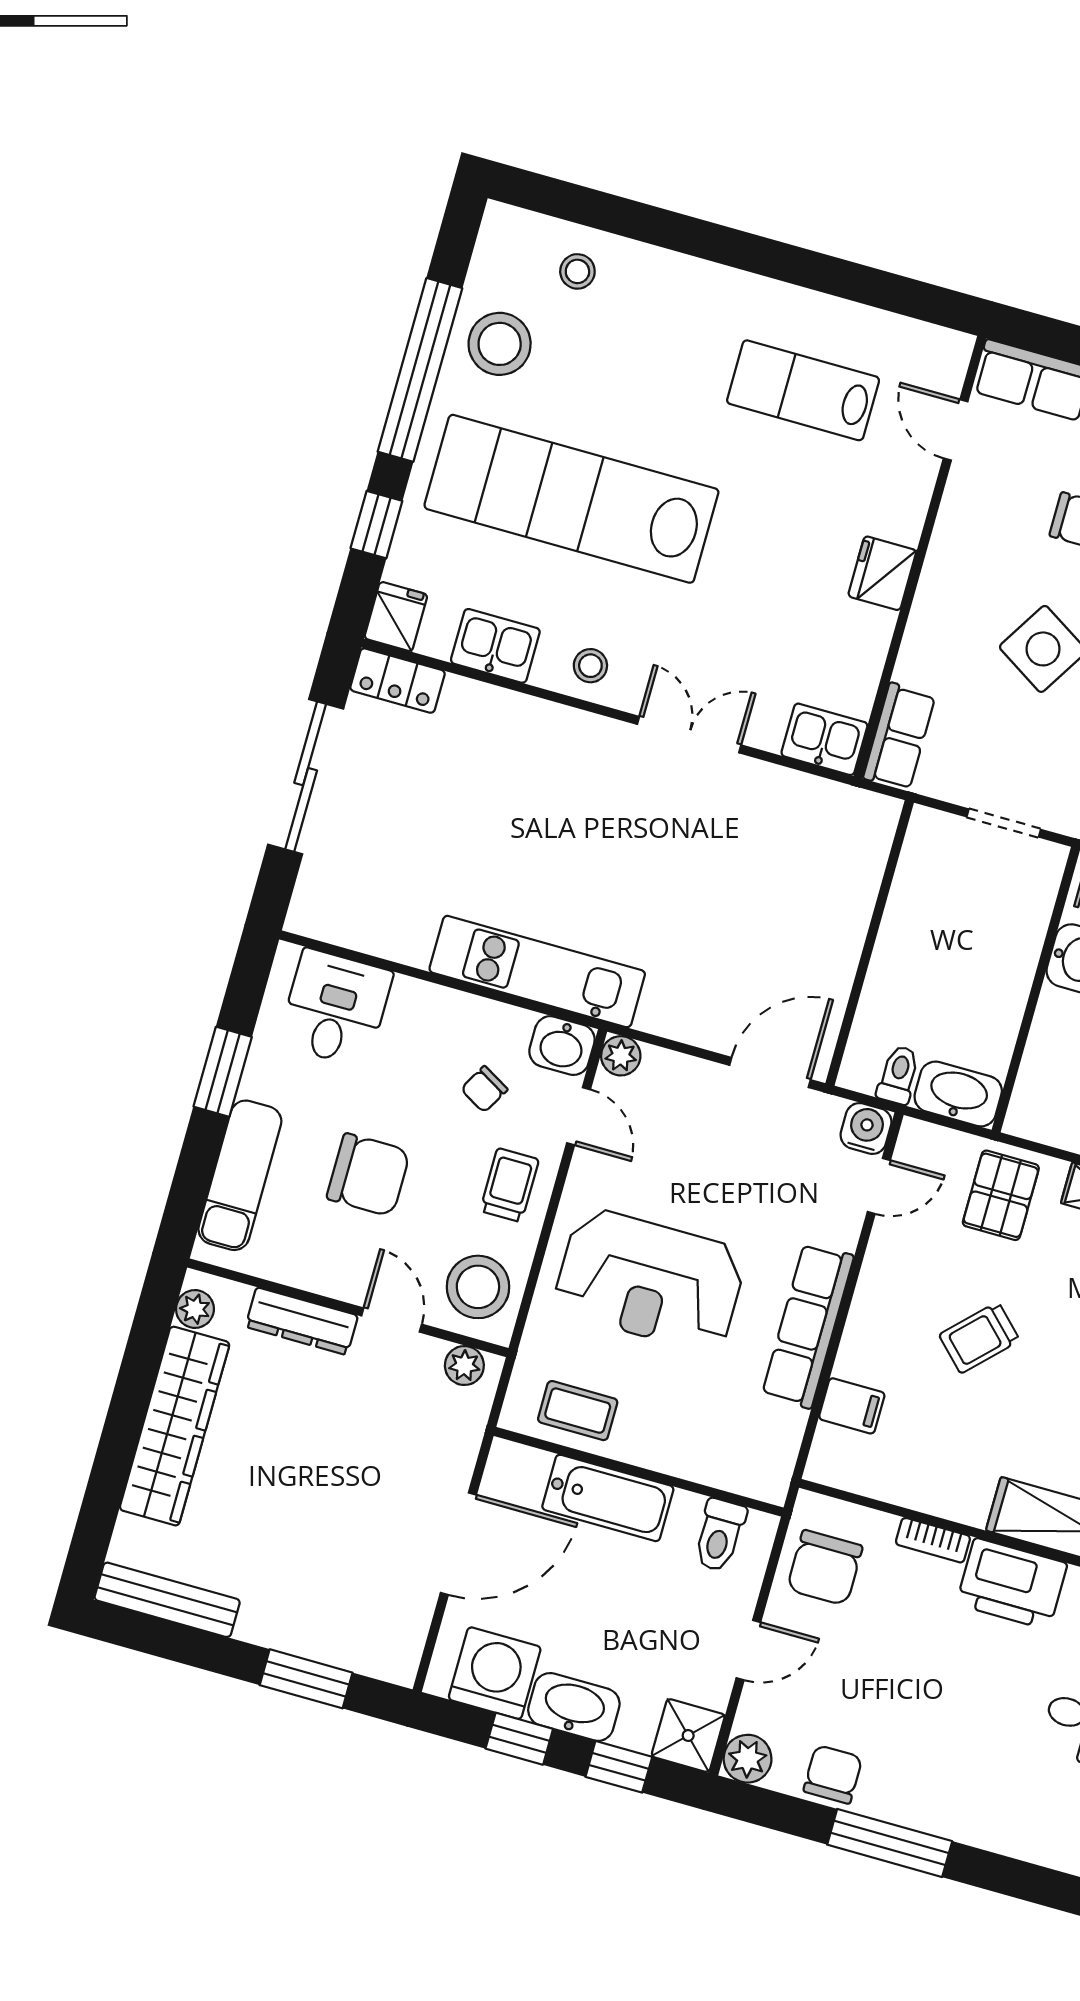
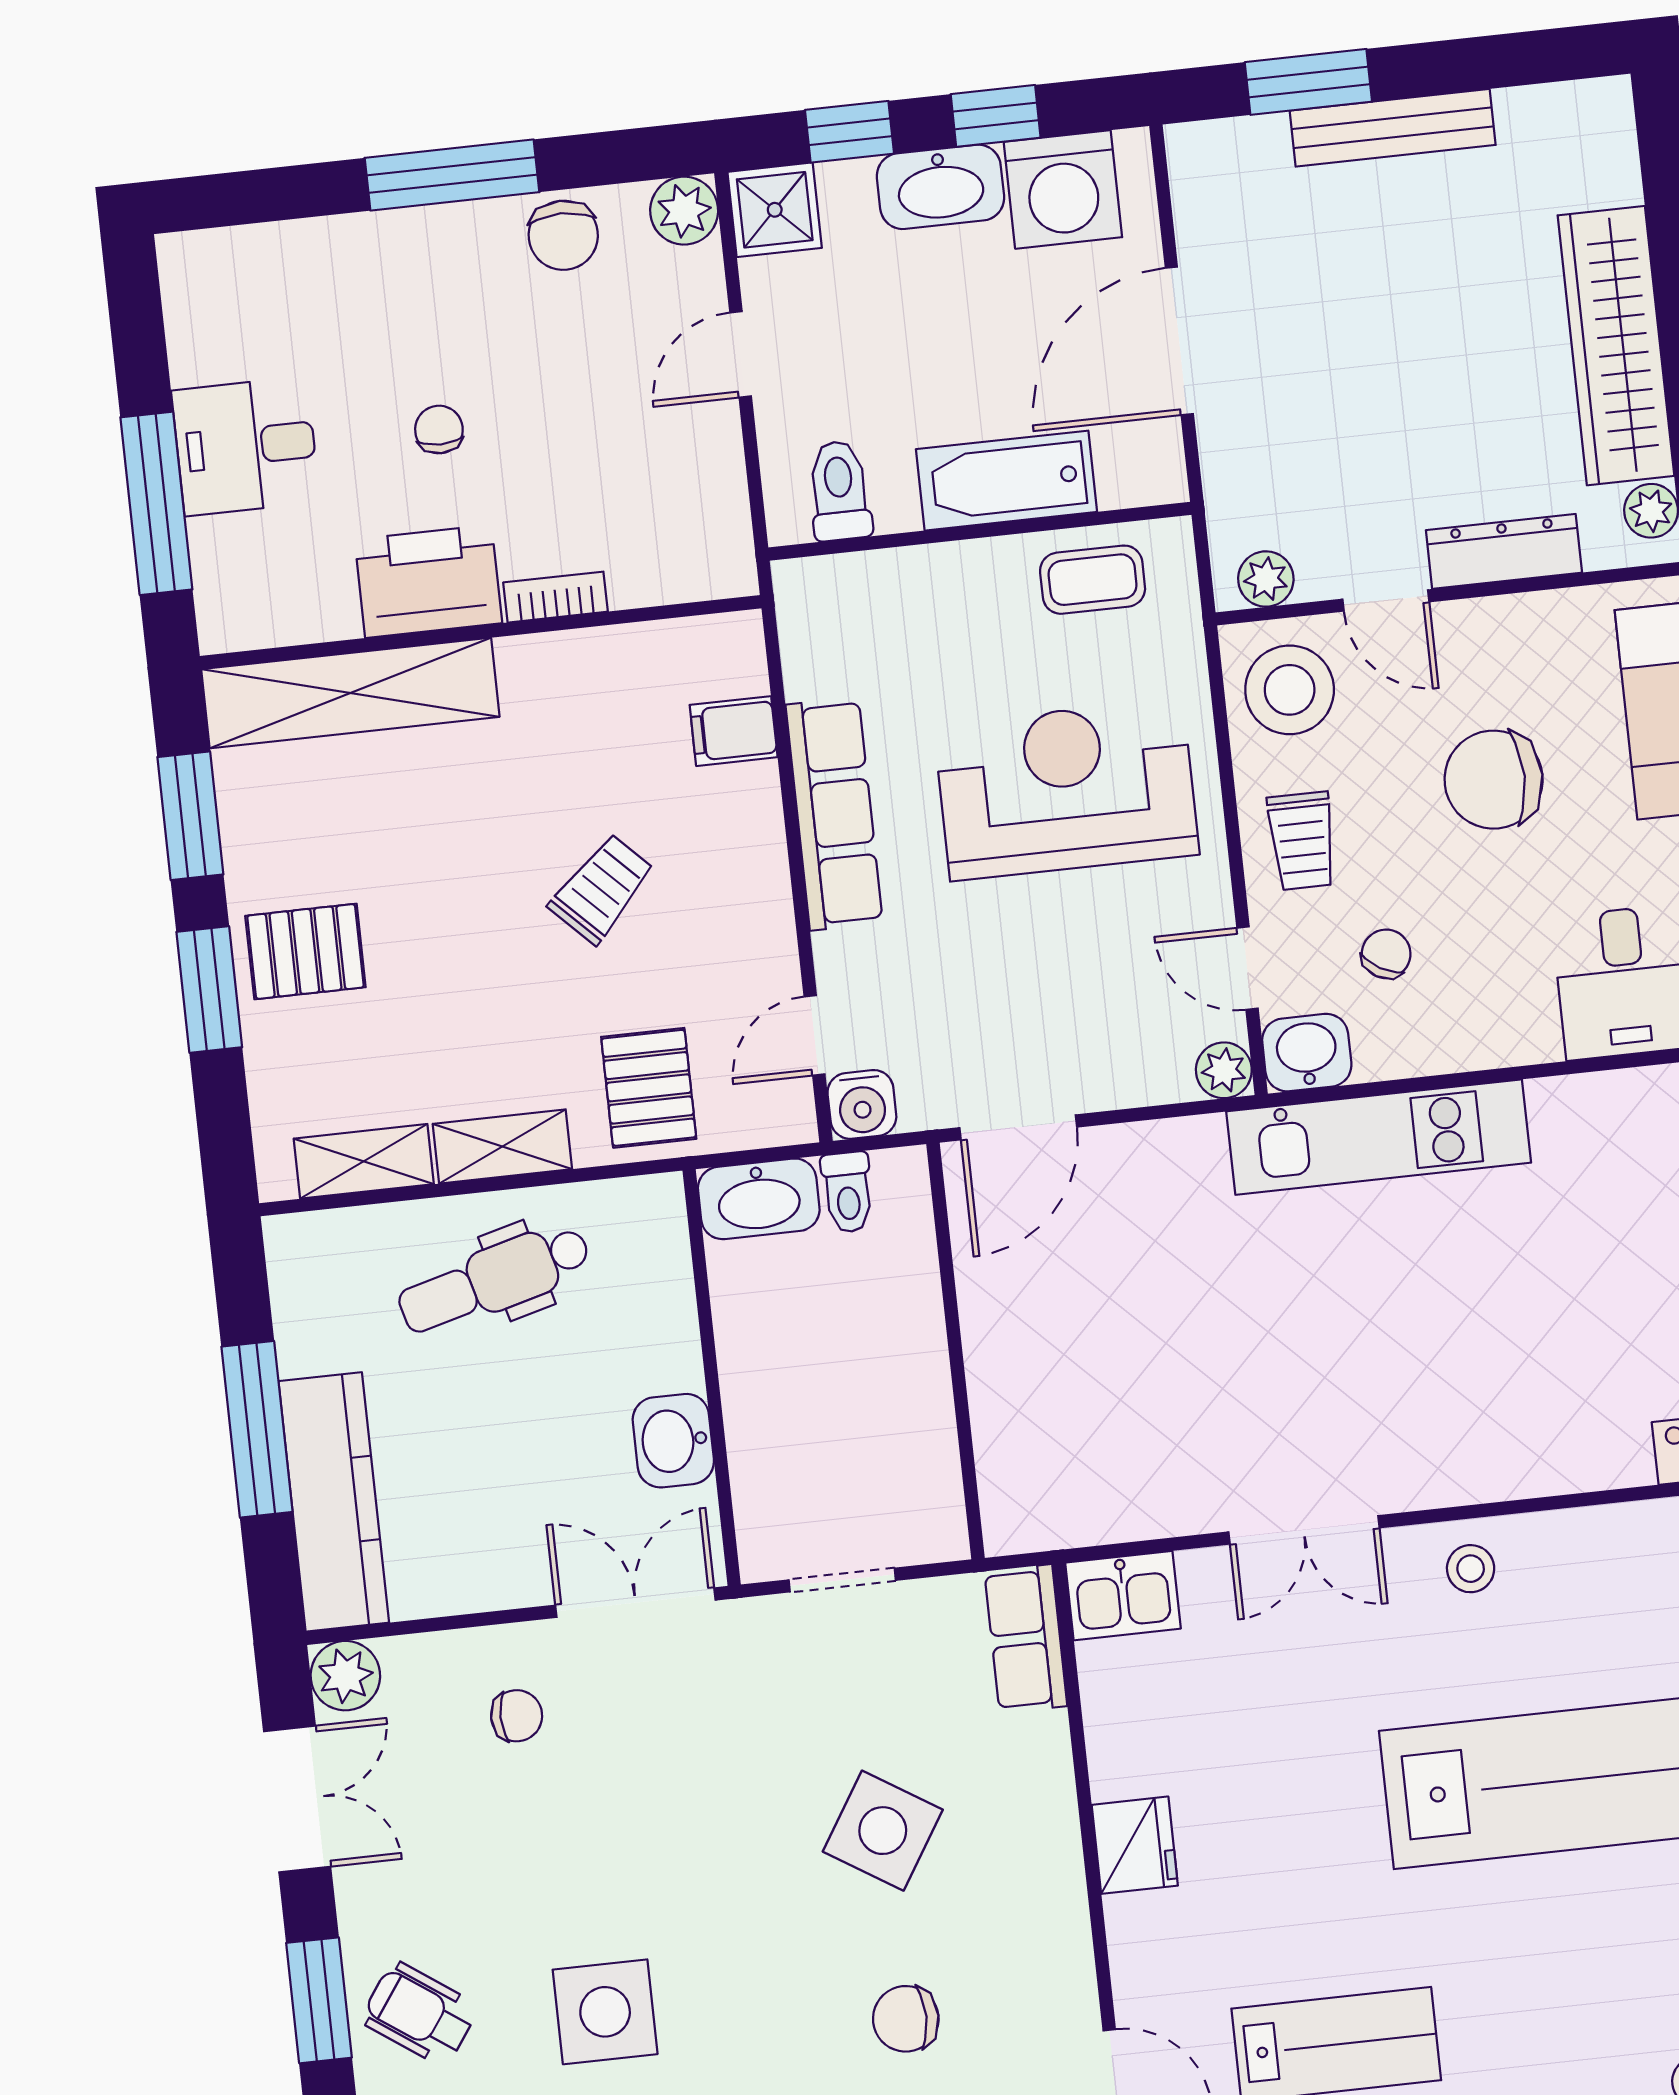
kitchen sink: (495, 646) -> (1606, 1544), removed
chair: (825, 1568) -> (439, 430), moved, width x0.54, depth x0.54
bench: (167, 1600) -> (1393, 128), moved

